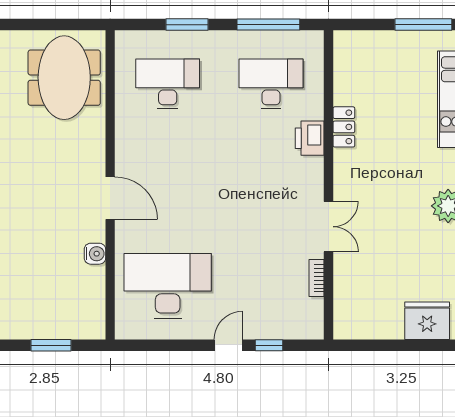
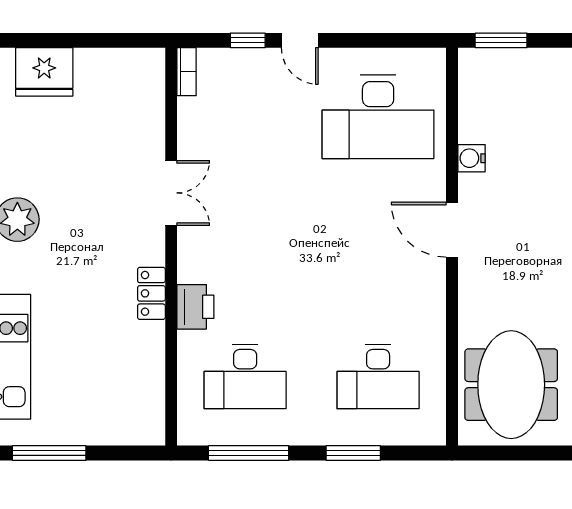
locker: (344, 127) -> (151, 293), moved
double door: (329, 227) -> (171, 193), swing flipped
bookcase: (316, 278) -> (187, 72), moved
window: (51, 345) -> (501, 40), moved
door: (228, 345) -> (300, 40), hinge flipped

